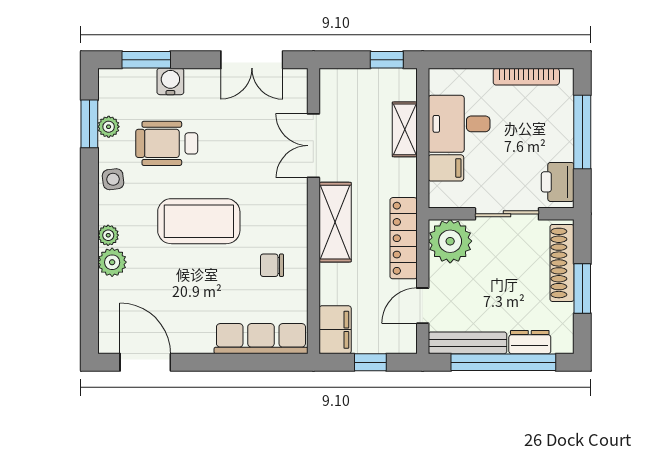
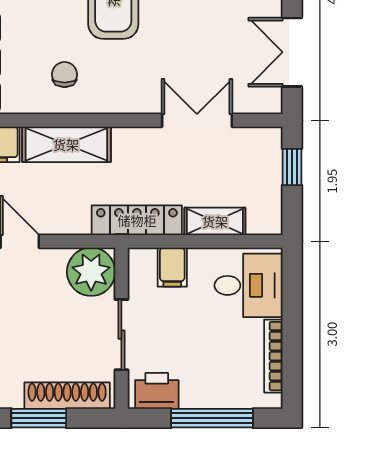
window: (387, 60) -> (292, 167), moved
desk: (459, 124) -> (249, 285), moved, turned 90
shelving: (335, 222) -> (66, 144), moved
locker: (404, 238) -> (137, 220), moved

